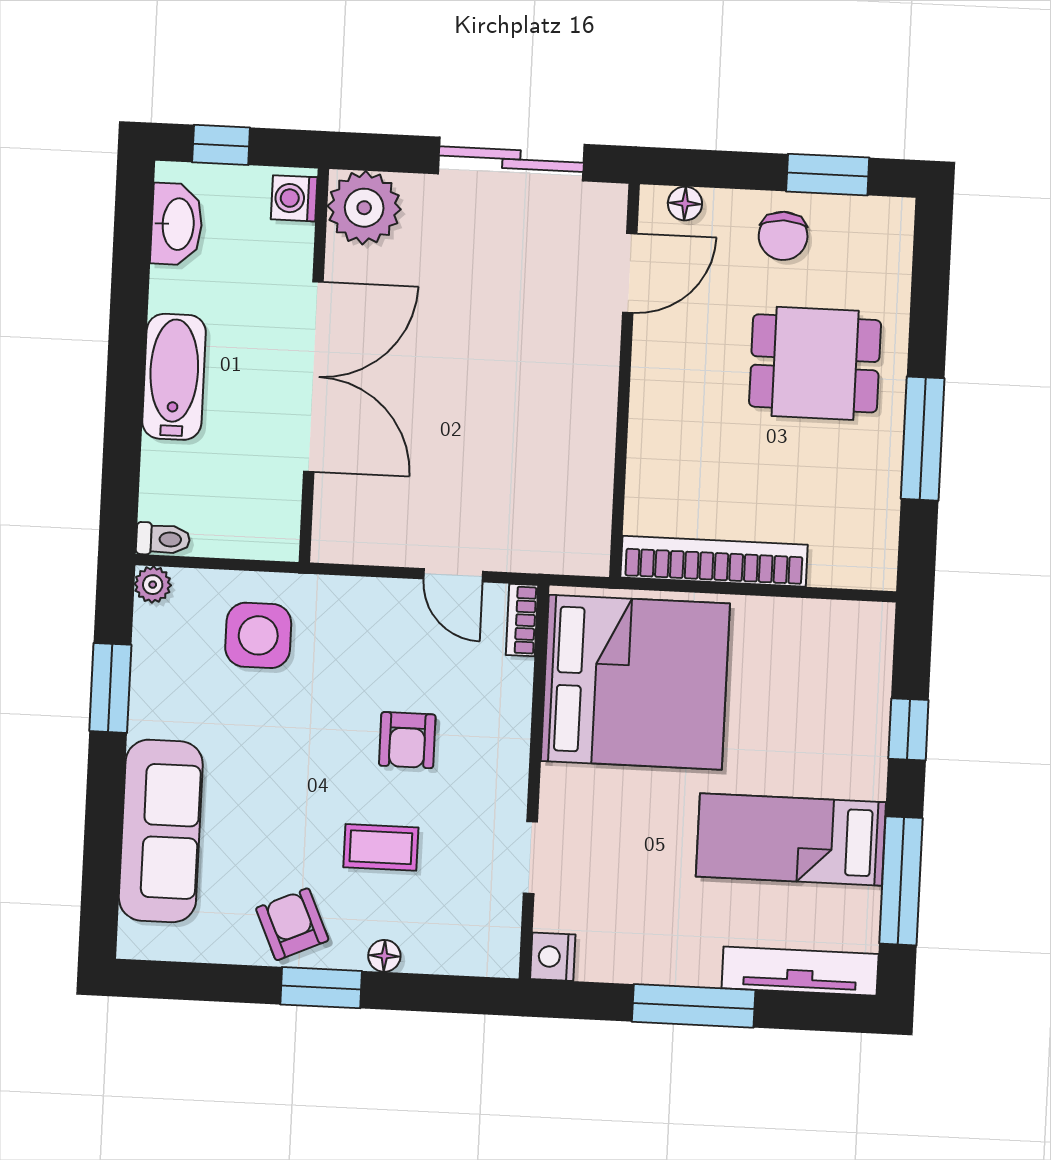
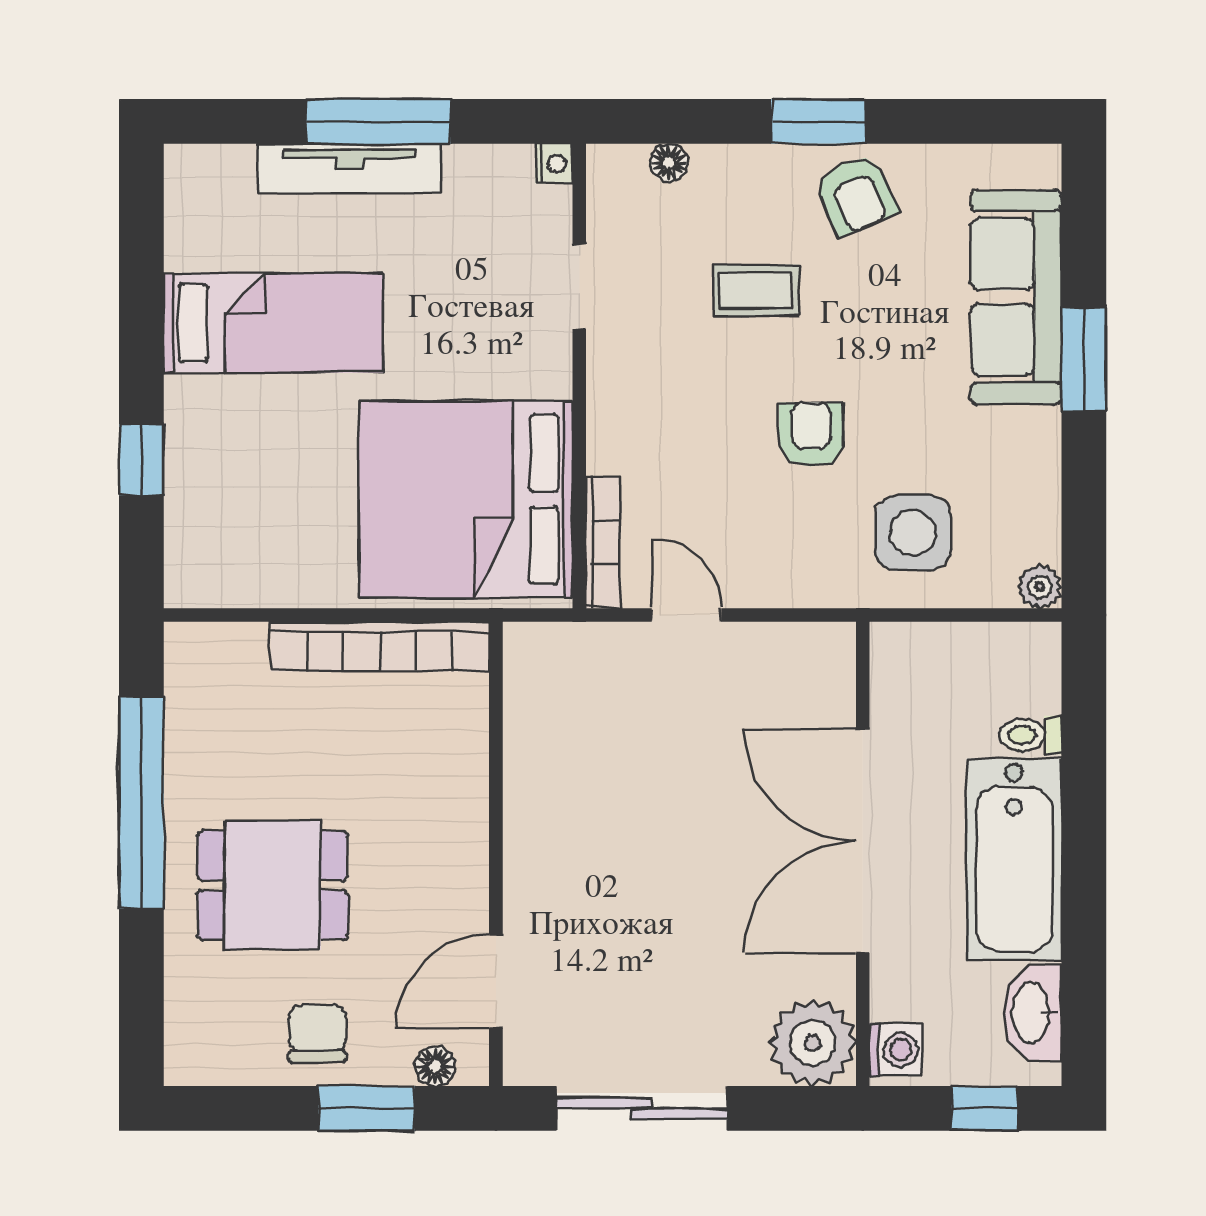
window: (828, 175) -> (367, 1108), moved
bathtub: (174, 377) -> (1014, 859), width x1.36, depth x1.36
window: (923, 439) -> (141, 803), width x1.46
toilet: (163, 539) -> (1031, 735), moved
bookcase: (522, 620) -> (603, 542), width x1.56
window: (110, 688) -> (1084, 359), moved
armchair: (407, 740) -> (811, 435), moved
window: (901, 881) -> (141, 281), removed
floor lamp: (384, 956) -> (669, 163), moved
nightstand: (553, 957) -> (554, 164), width x0.72, depth x0.74
tv unit: (800, 971) -> (350, 168), moved

